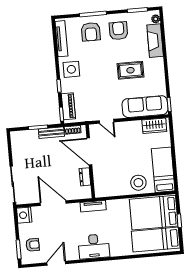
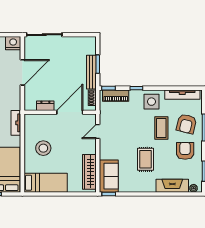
armchair: (118, 31) -> (185, 151), turned -90
armchair: (91, 32) -> (186, 124), turned -76
coffee table: (97, 57) -> (161, 128), added
sofa: (145, 107) -> (109, 176), width x0.73
wardrobe: (154, 126) -> (89, 172), width x1.50
bench: (51, 133) -> (91, 72), width x1.36
stool: (138, 183) -> (43, 148), moved
tv unit: (93, 206) -> (16, 123), moved

